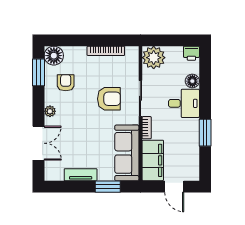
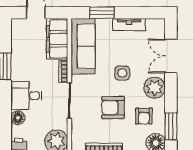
armchair: (109, 99) -> (113, 107), moved
plant: (50, 111) -> (155, 88), width x1.88, depth x1.88
side table: (87, 126) -> (122, 73), added

